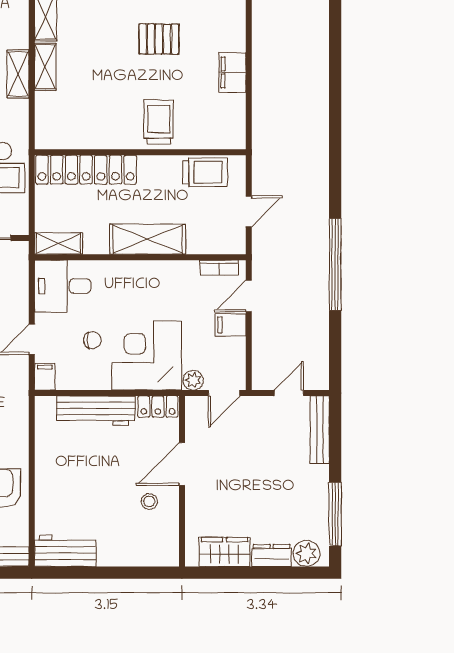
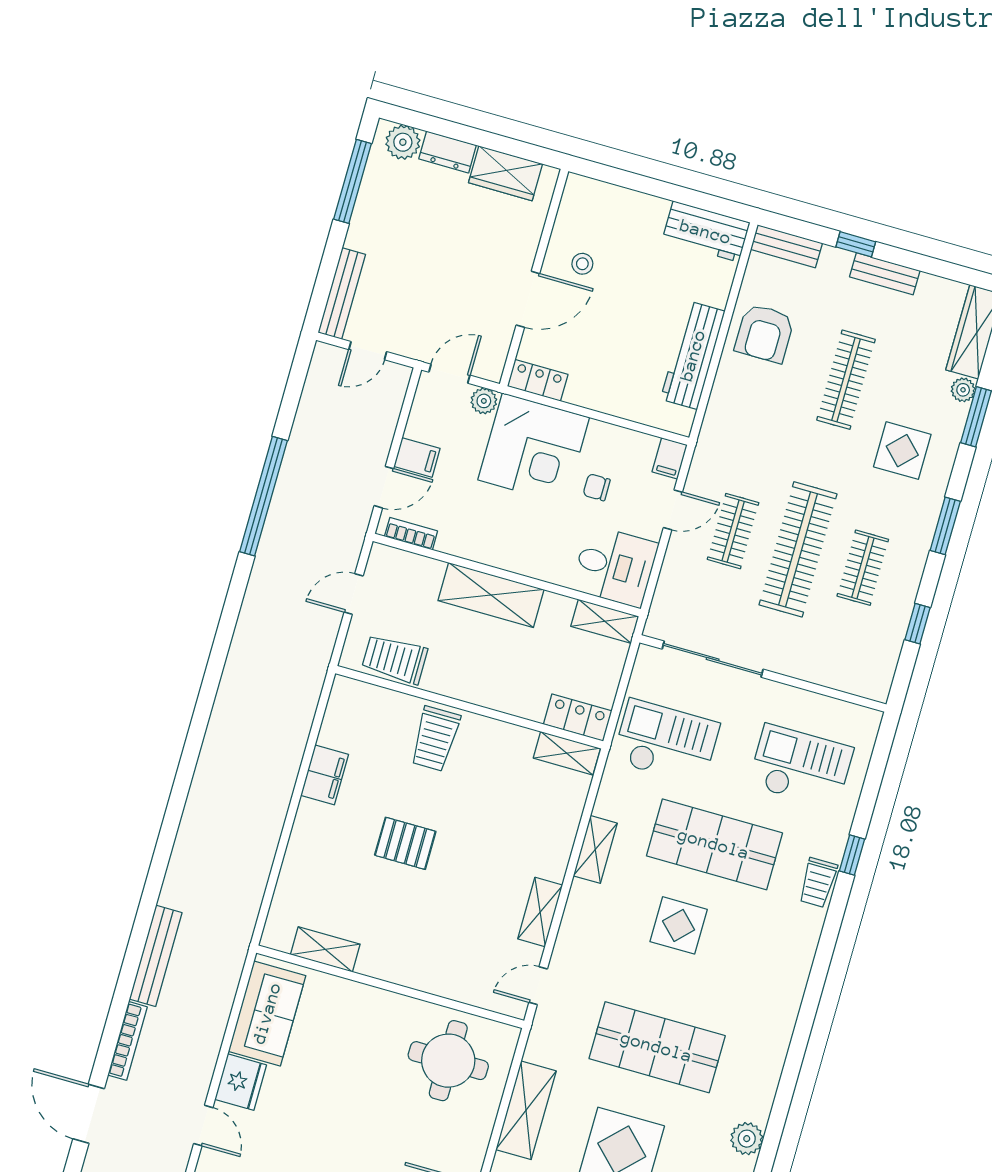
shelving: (45, 67) -> (567, 753), moved, turned 90
locker: (86, 170) -> (578, 718), width x0.46, depth x0.83
workbench: (96, 411) -> (693, 355), moved, turned -90

